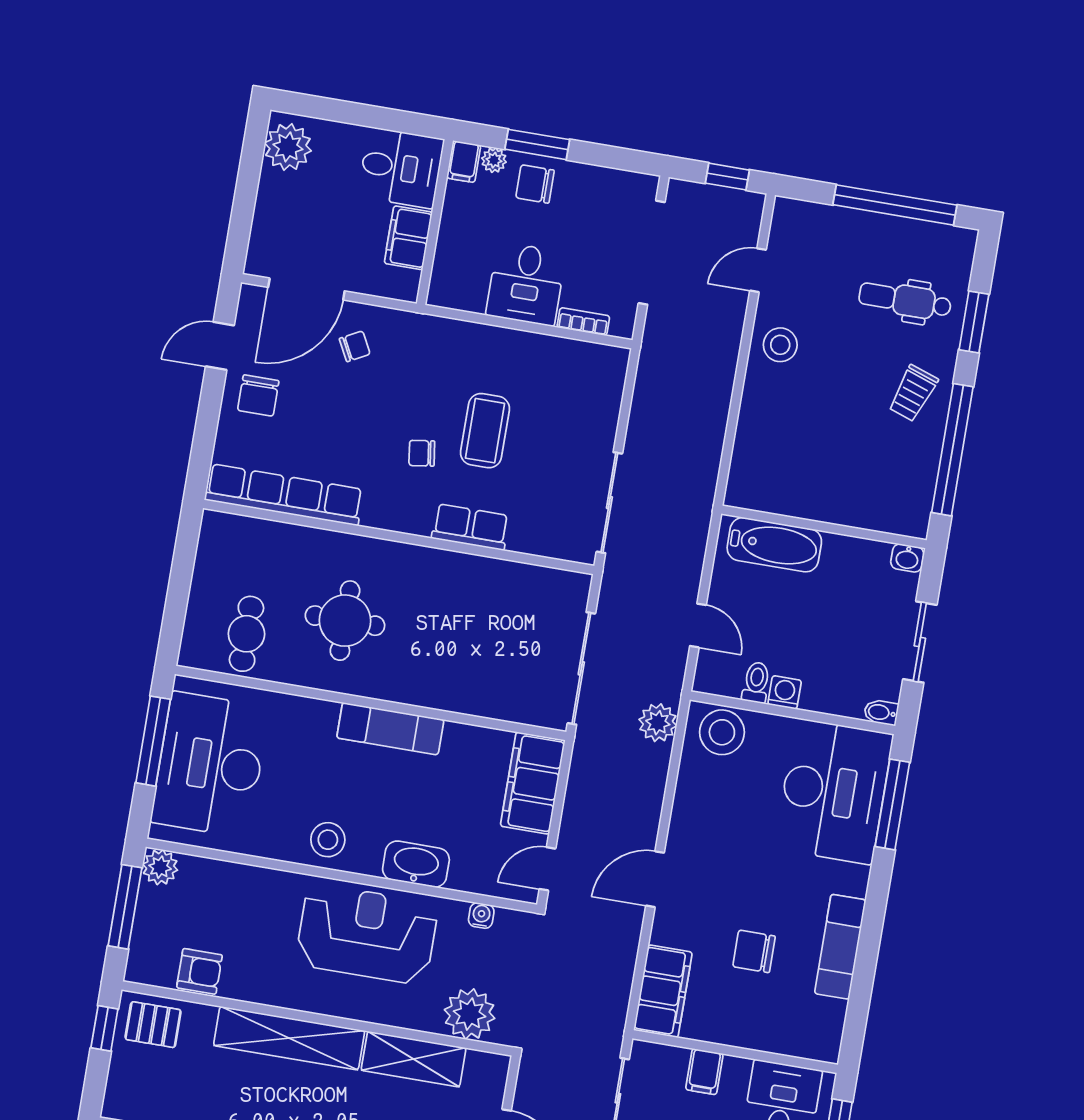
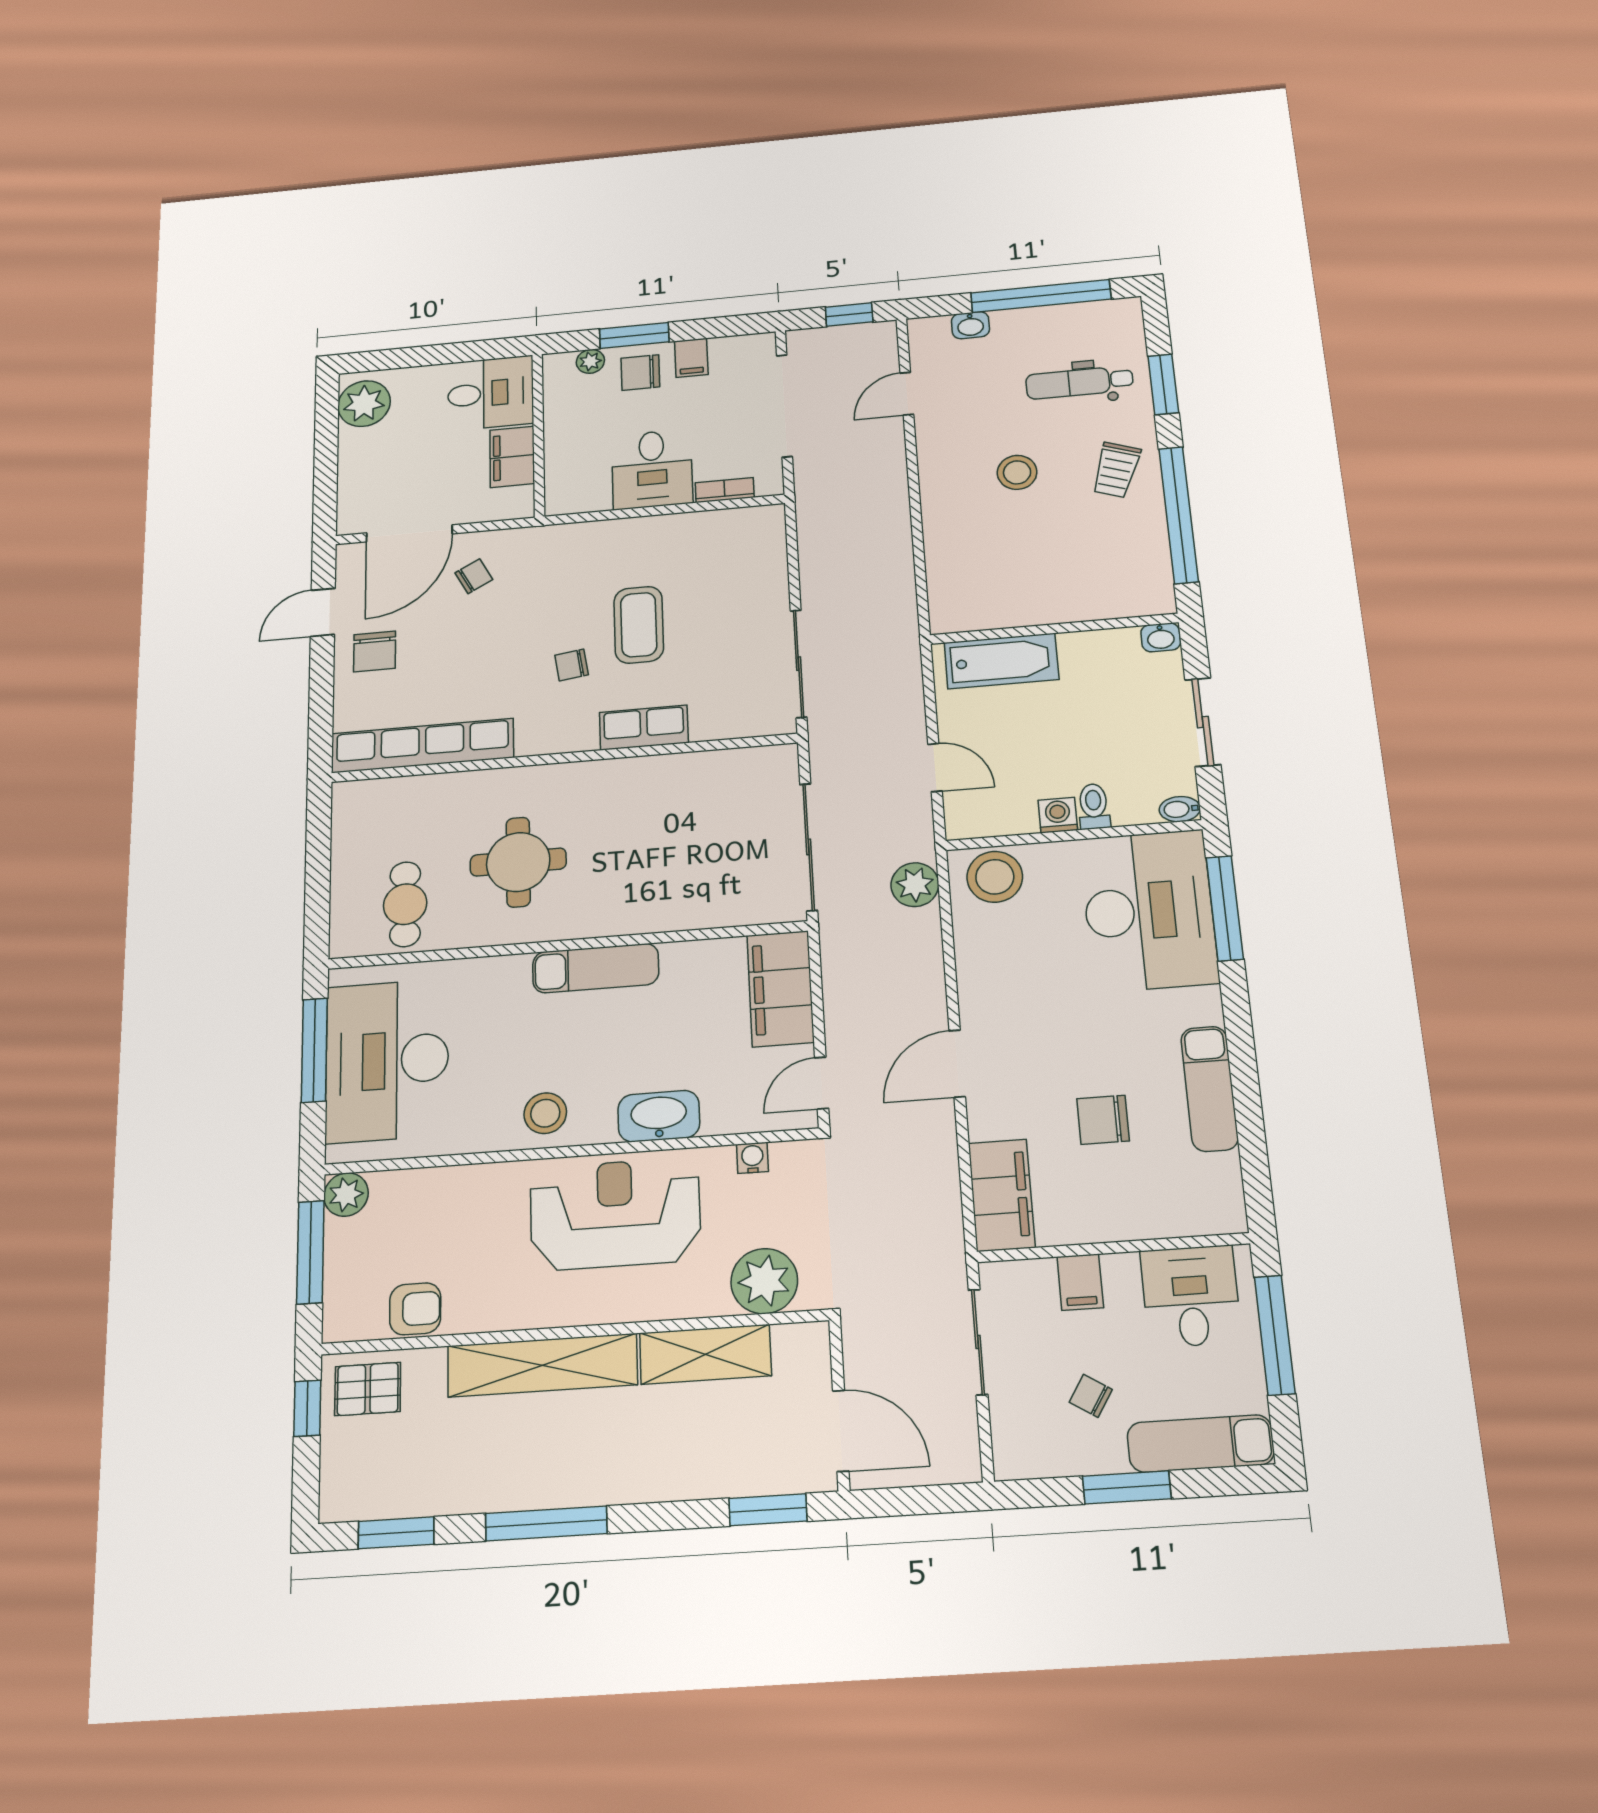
filing cabinet: (464, 162) -> (691, 358), moved
washbasin: (828, 217) -> (970, 325), added
stool: (780, 345) -> (1017, 472), moved
toilet: (756, 682) -> (1094, 806), moved

